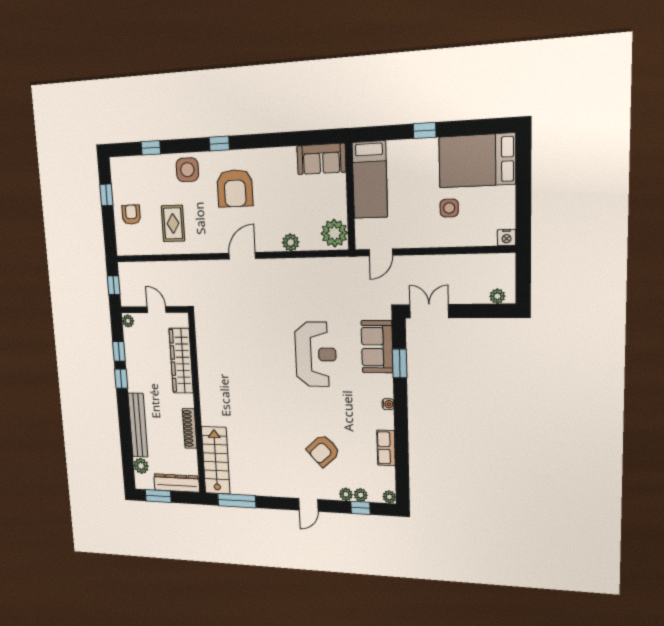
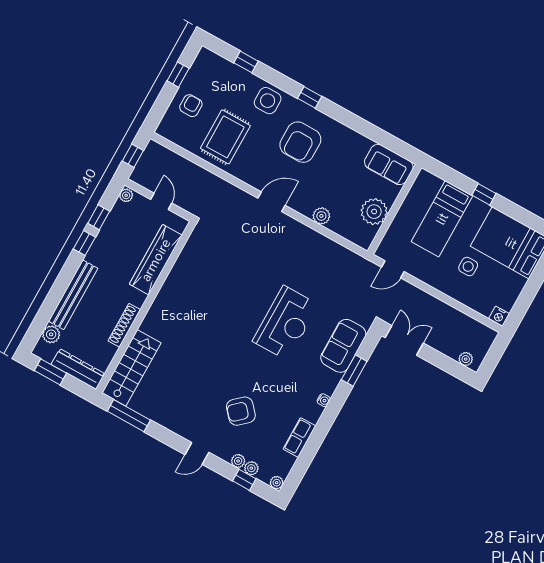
bed: (370, 180) -> (442, 219), moved
rug: (173, 223) -> (225, 137), width x1.36, depth x1.43
plant: (334, 233) -> (374, 212), moved

